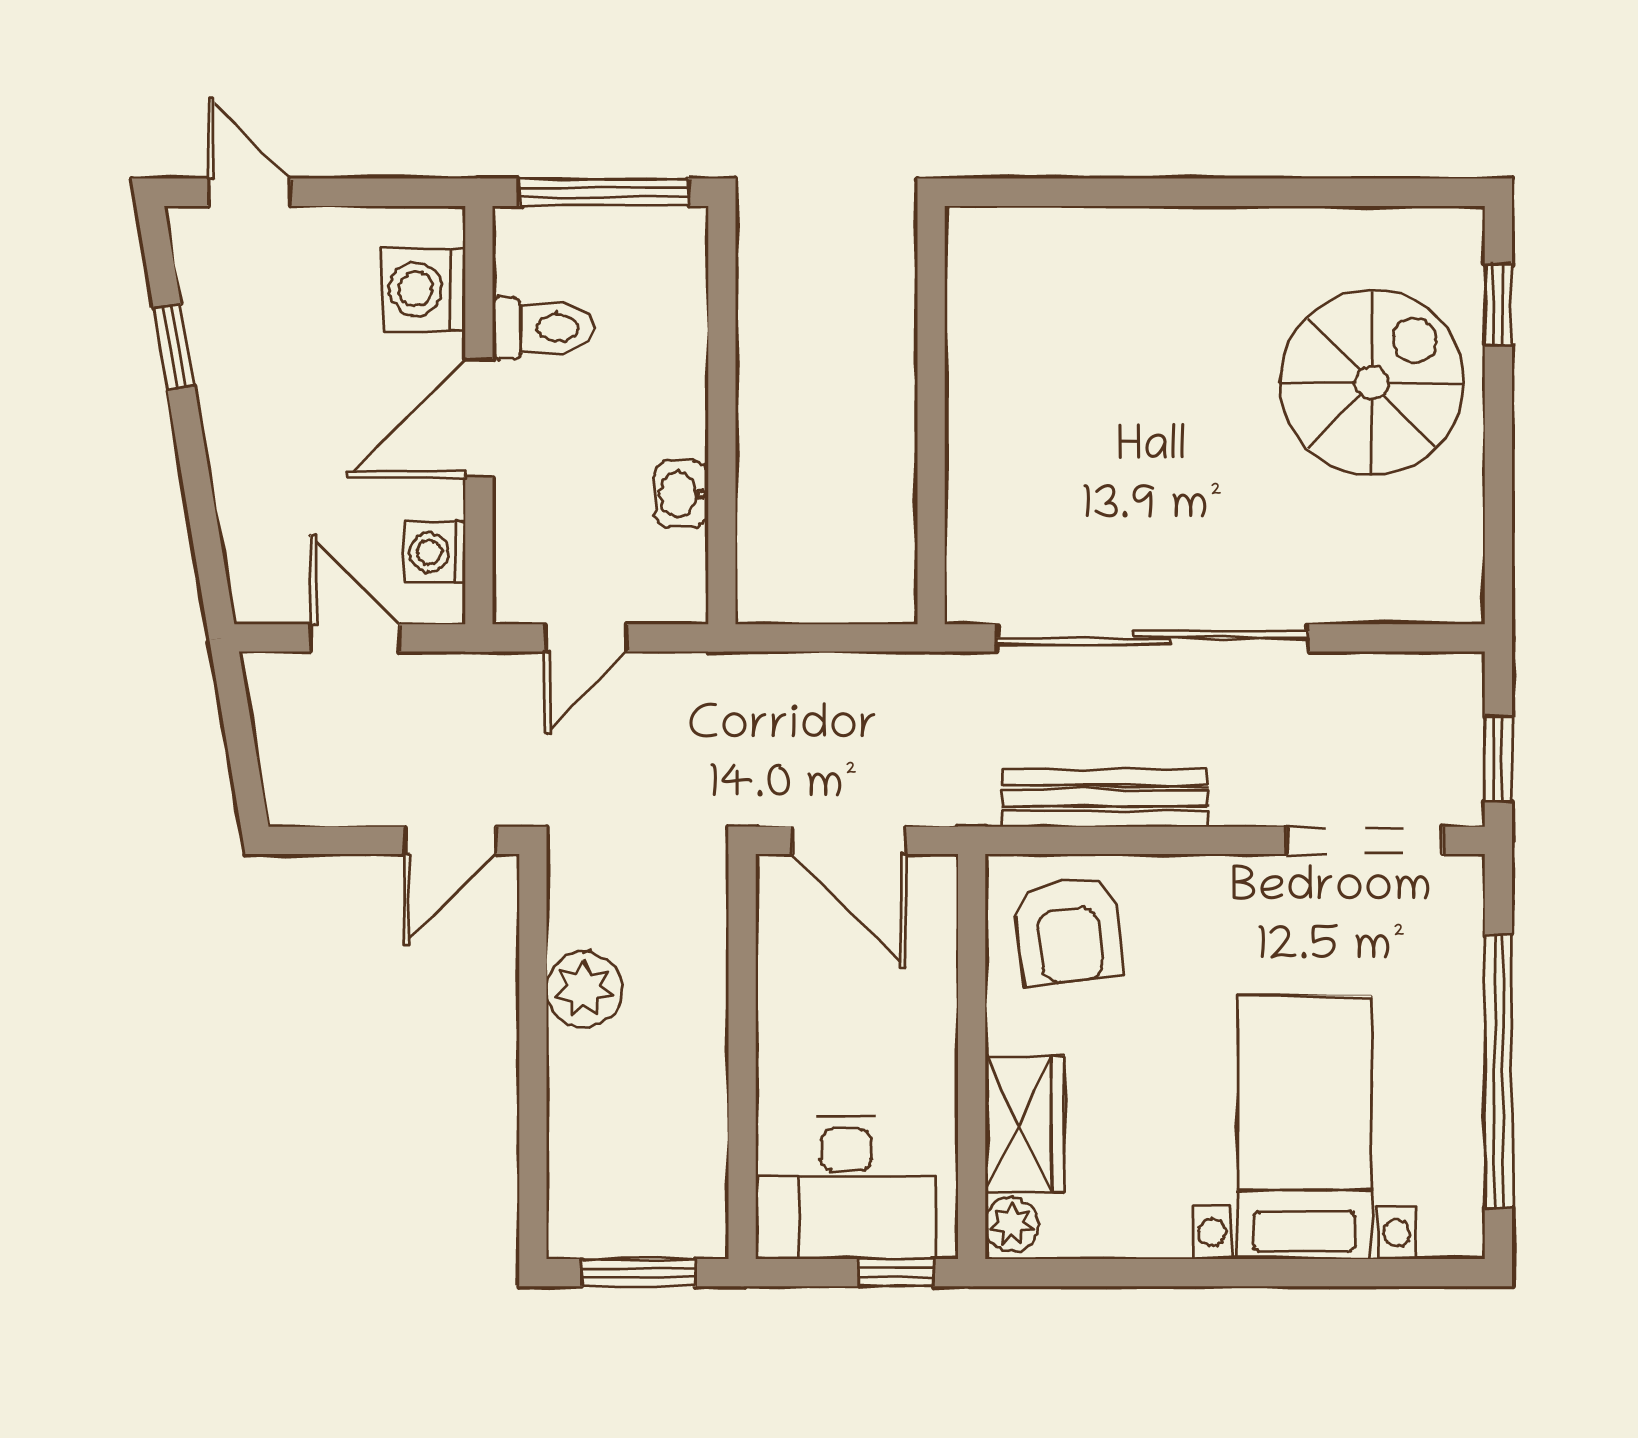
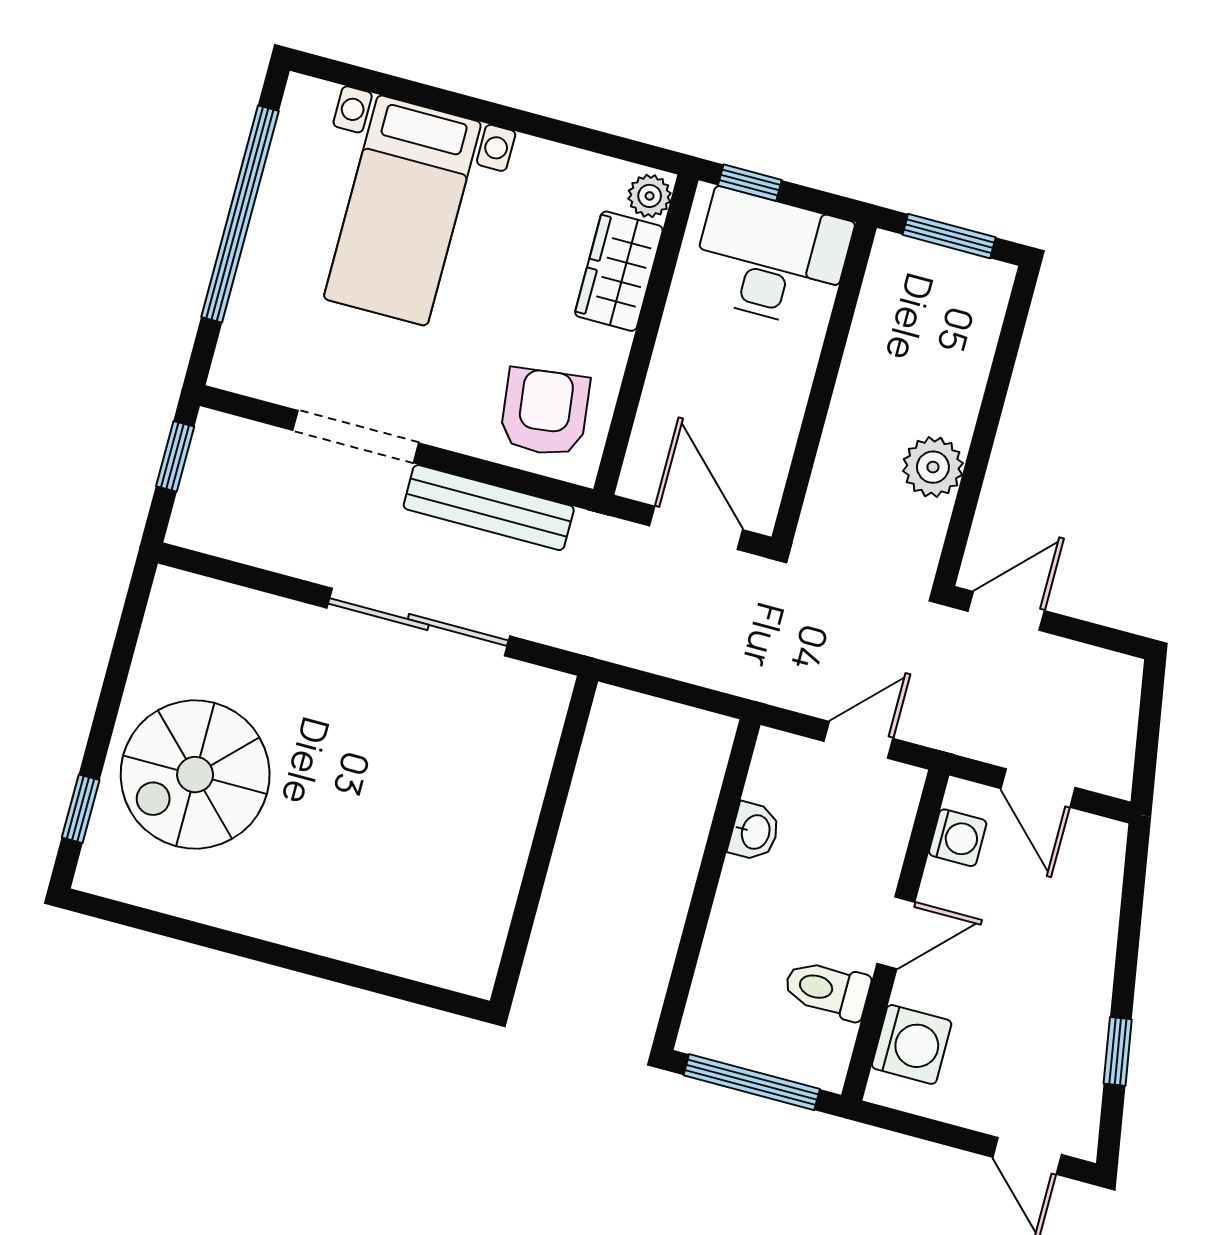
door: (479, 418) -> (896, 933), width x0.73
sliding door: (1153, 638) -> (418, 622), width x0.73
doorway: (1364, 840) -> (356, 437), moved

